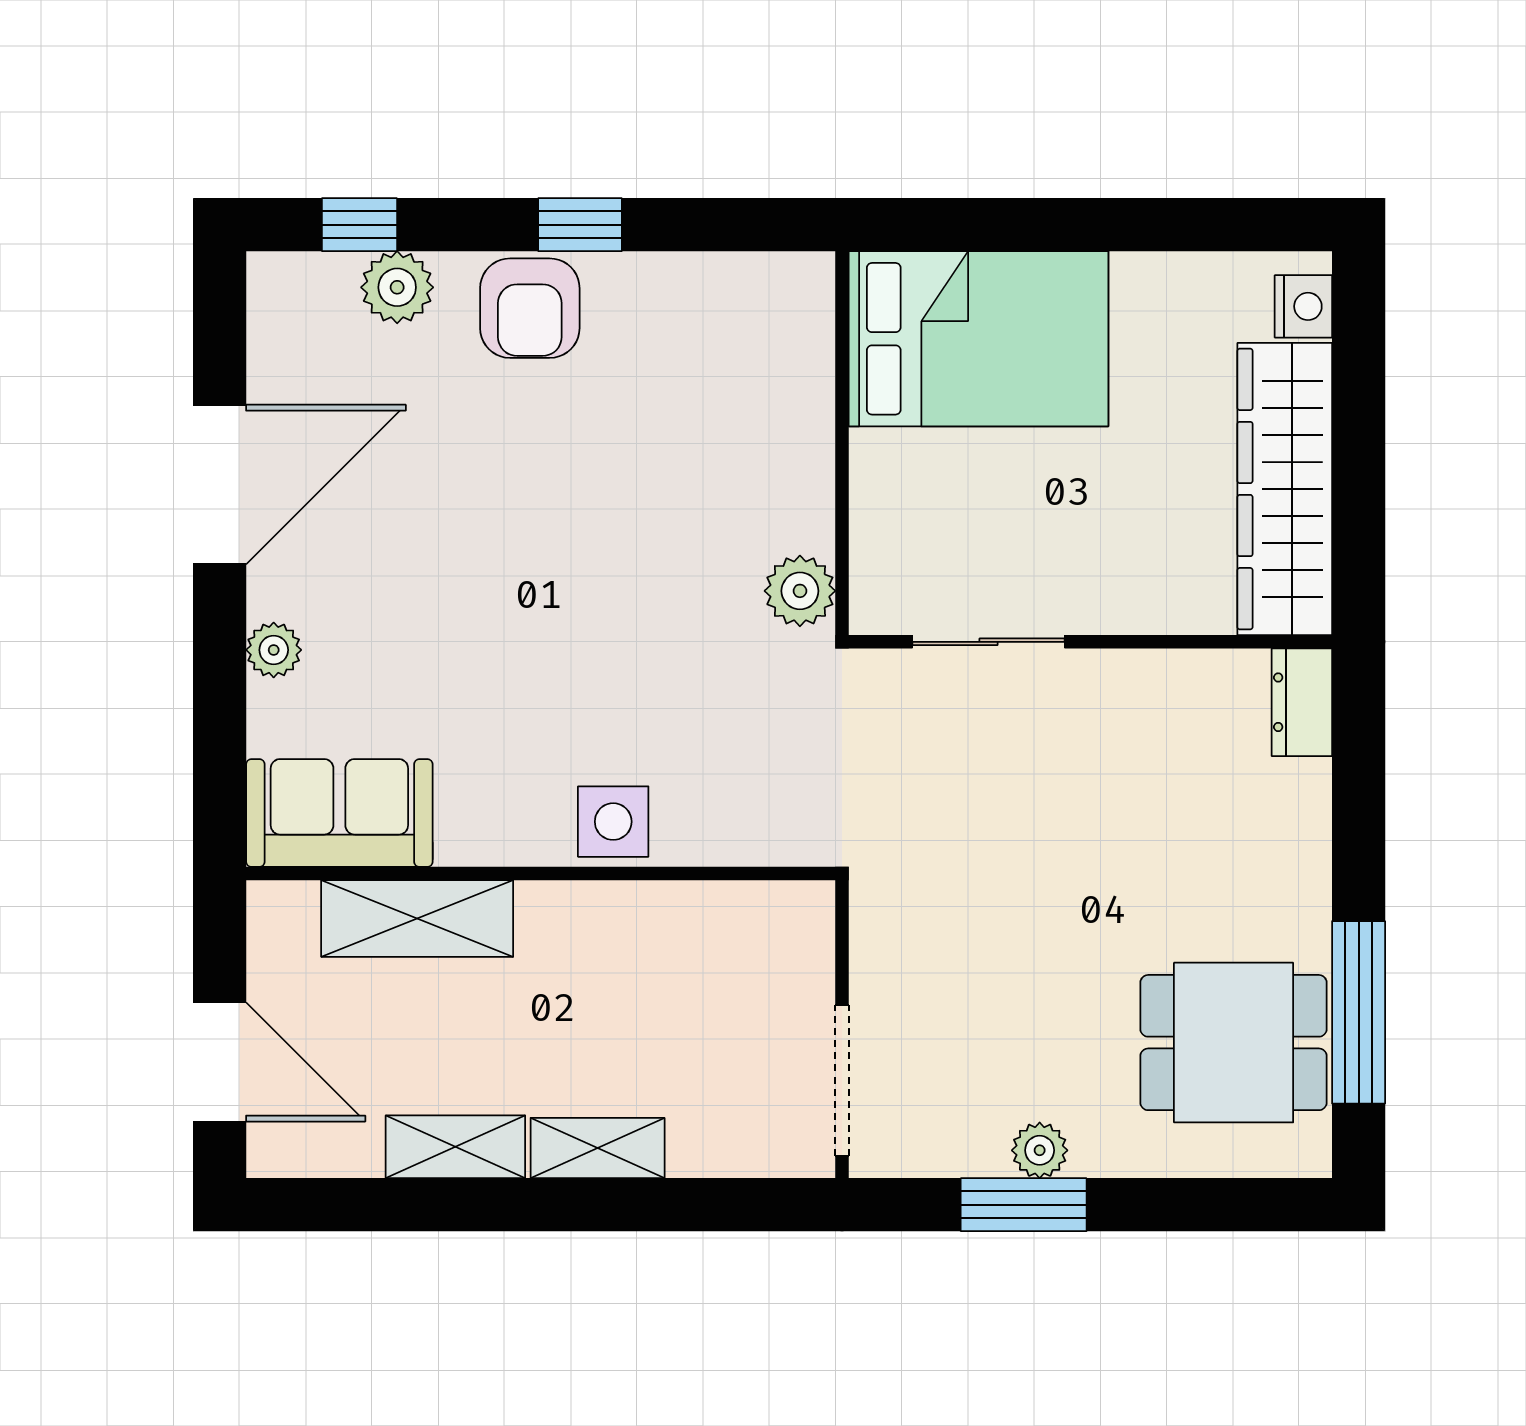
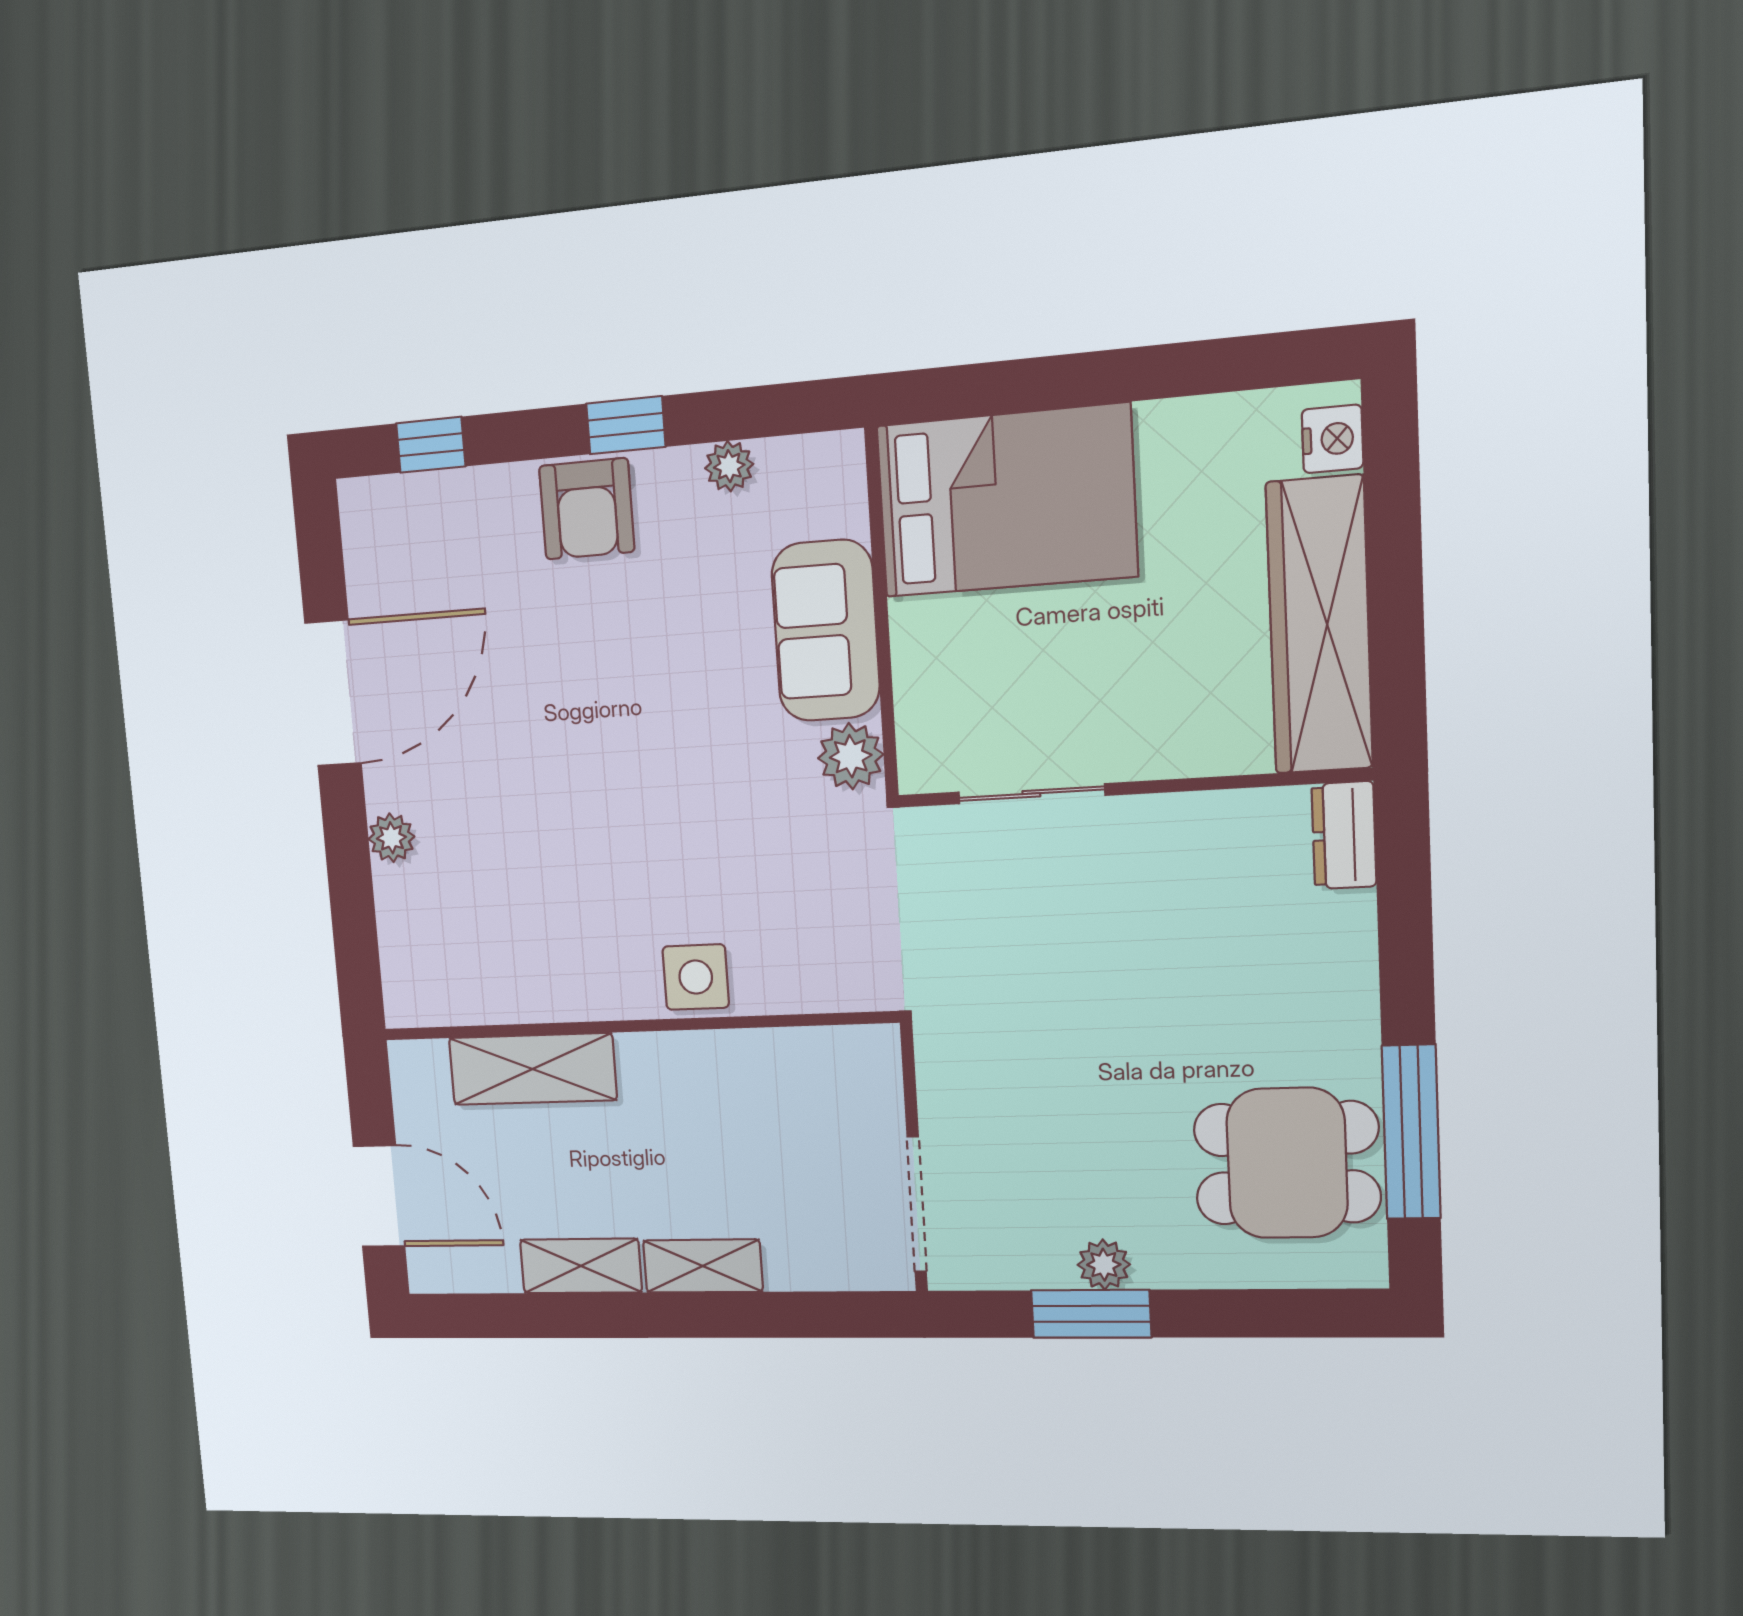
plant: (397, 287) -> (729, 466), moved, width x0.73, depth x0.73
sofa: (339, 813) -> (826, 631), moved, turned -90

